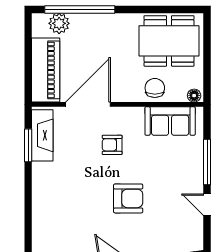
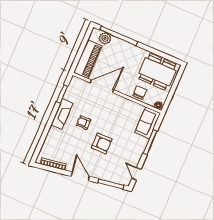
sofa: (170, 121) -> (147, 123), moved, turned 90
fireplace: (42, 135) -> (62, 114), moved
armchair: (112, 145) -> (84, 123), moved
door: (207, 205) -> (136, 174), moved

